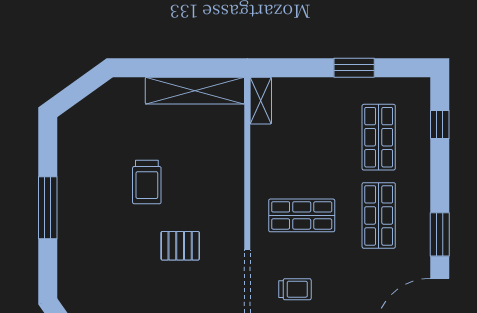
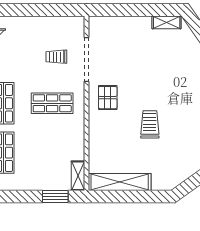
window: (354, 68) -> (55, 196), moved
pallet: (180, 246) -> (108, 98), moved, turned 90

